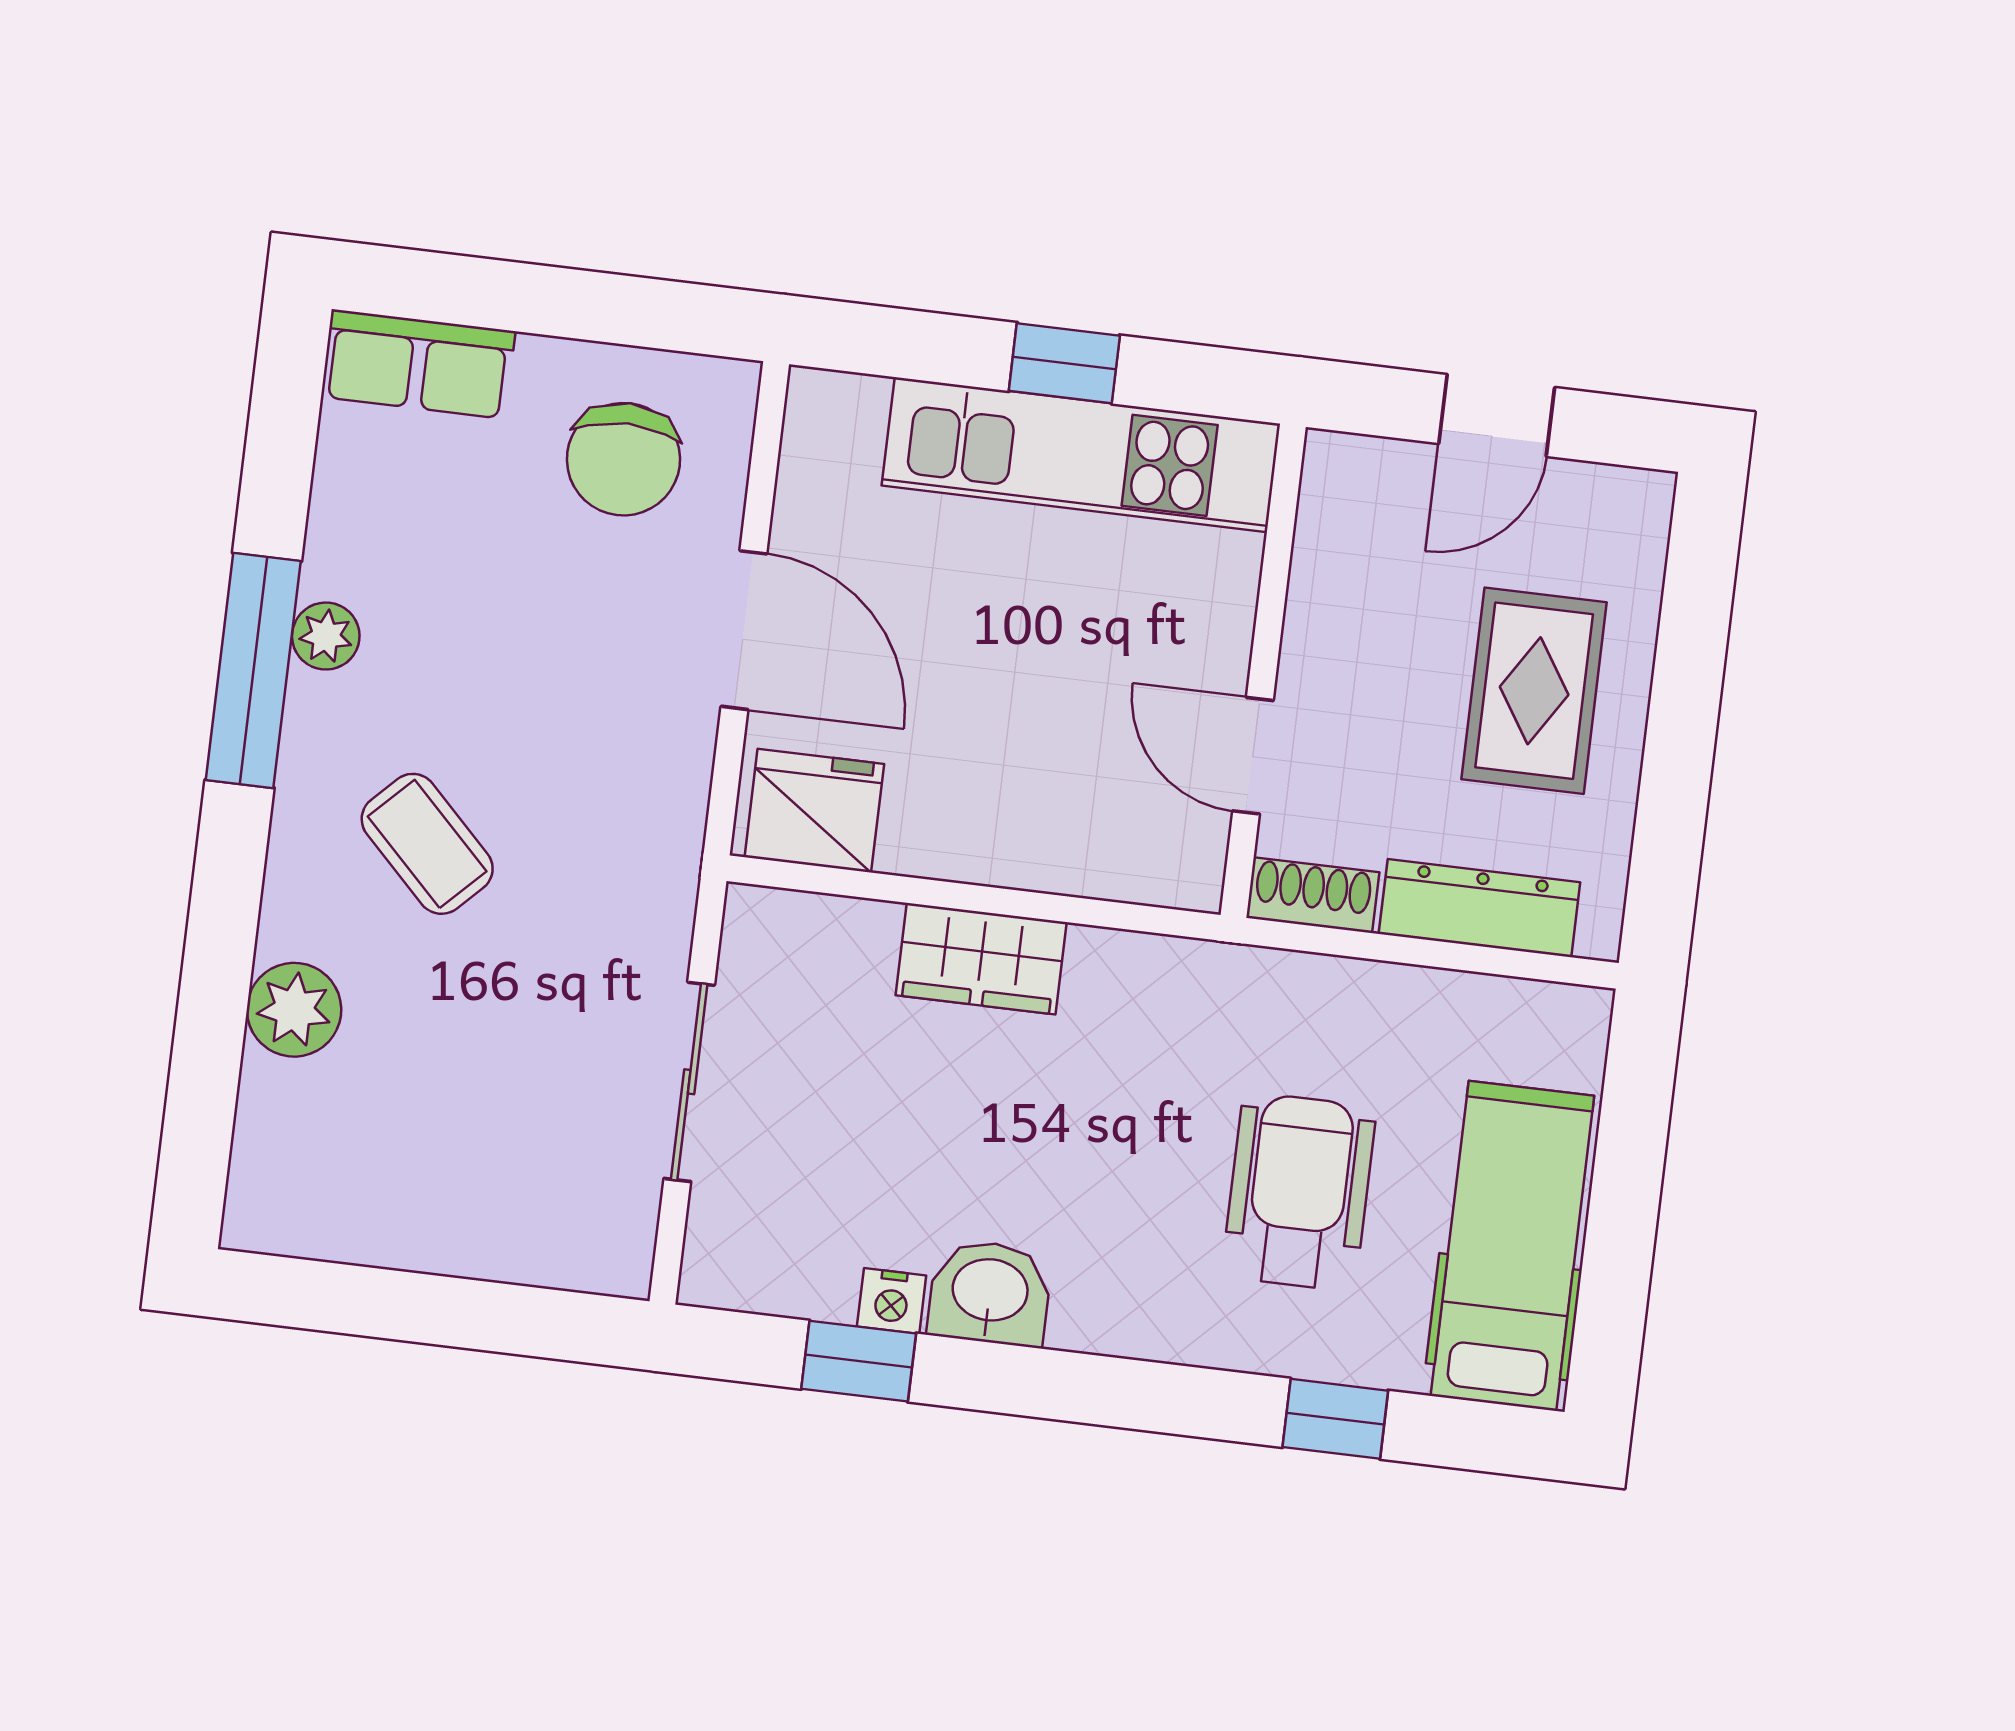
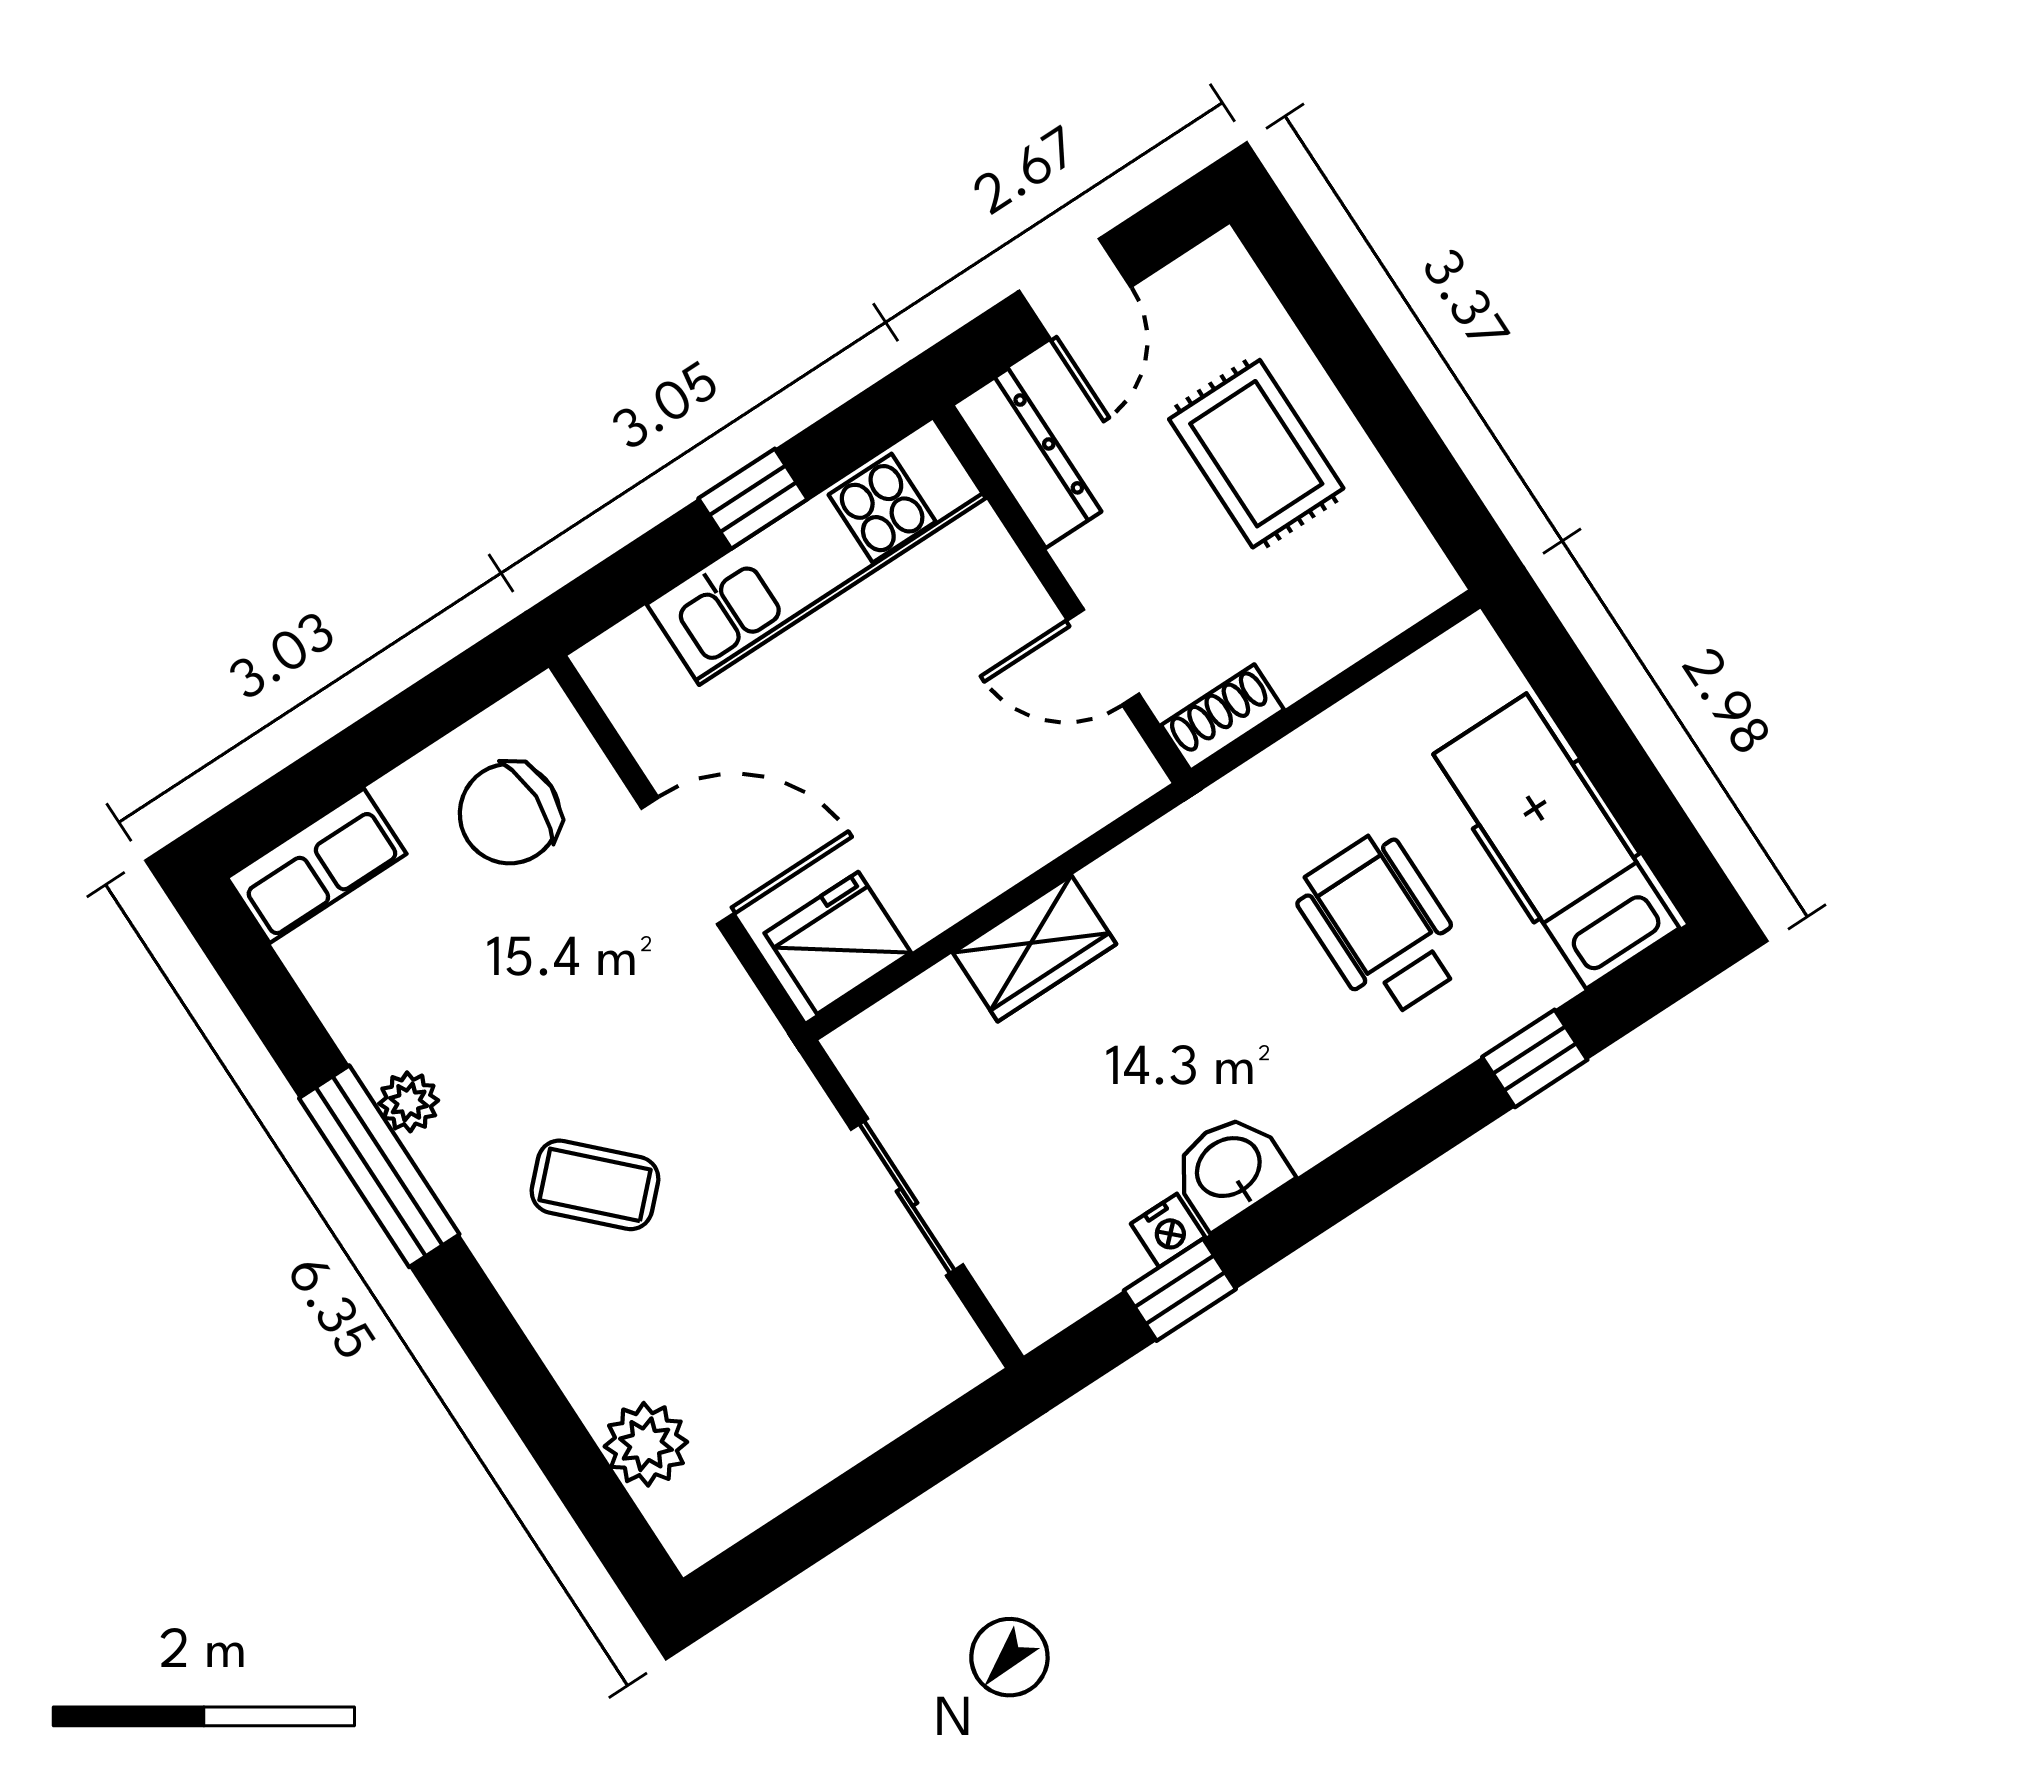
chair: (623, 459) -> (510, 814), turned 90
dresser: (1479, 908) -> (1027, 458), moved, turned 90
plant: (294, 1010) -> (646, 1444), moved

